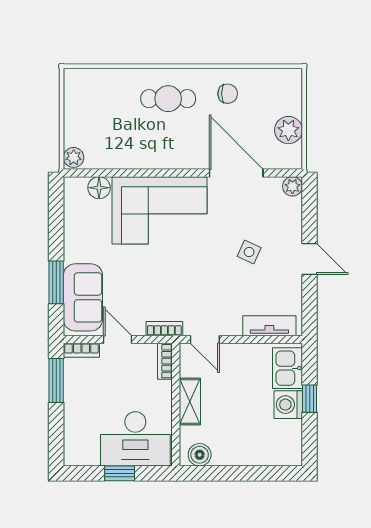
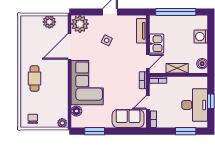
chair: (228, 94) -> (33, 119), moved
plant: (292, 186) -> (80, 24), width x1.87, depth x1.87
window: (56, 282) -> (95, 131), moved
kitchen sink: (287, 368) -> (157, 44), moved, turned -90
window: (56, 381) -> (186, 131), moved
window: (310, 399) -> (176, 12), width x3.17
washing machine: (288, 405) -> (201, 37), moved, turned 90
desk: (135, 439) -> (195, 105), moved

